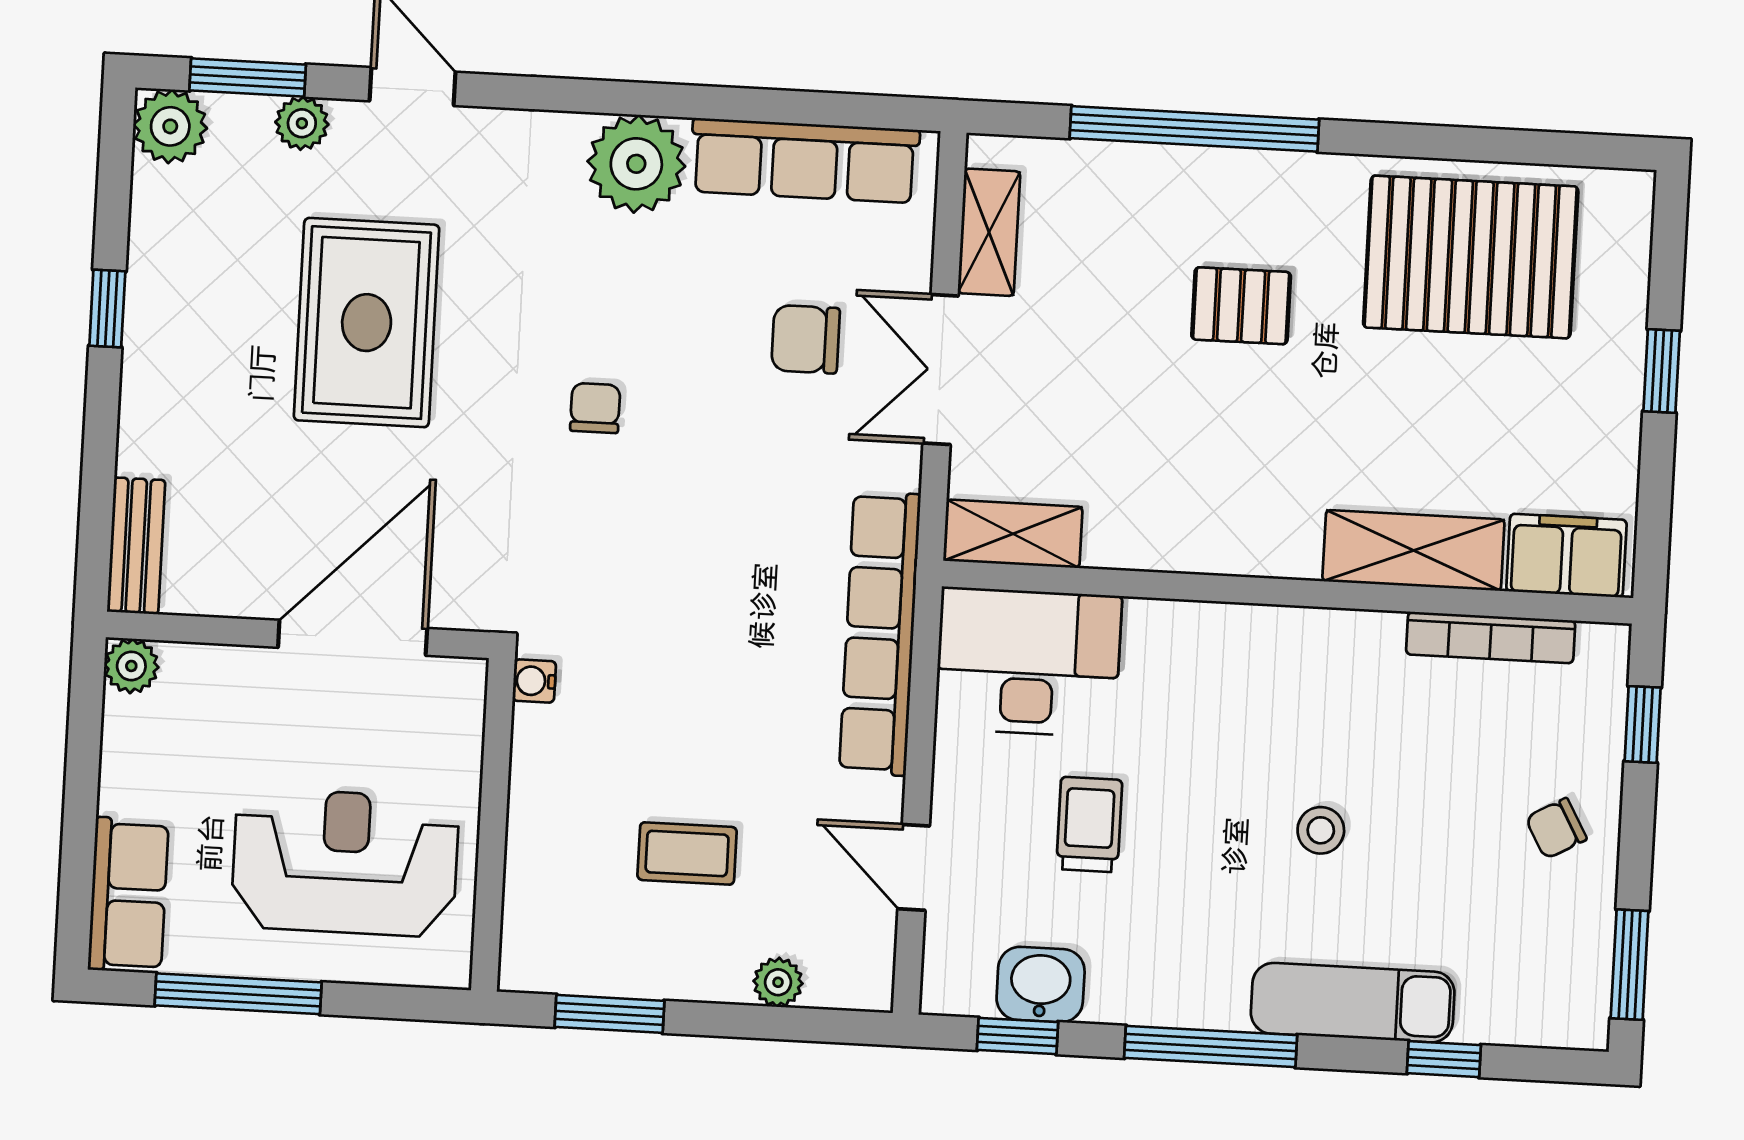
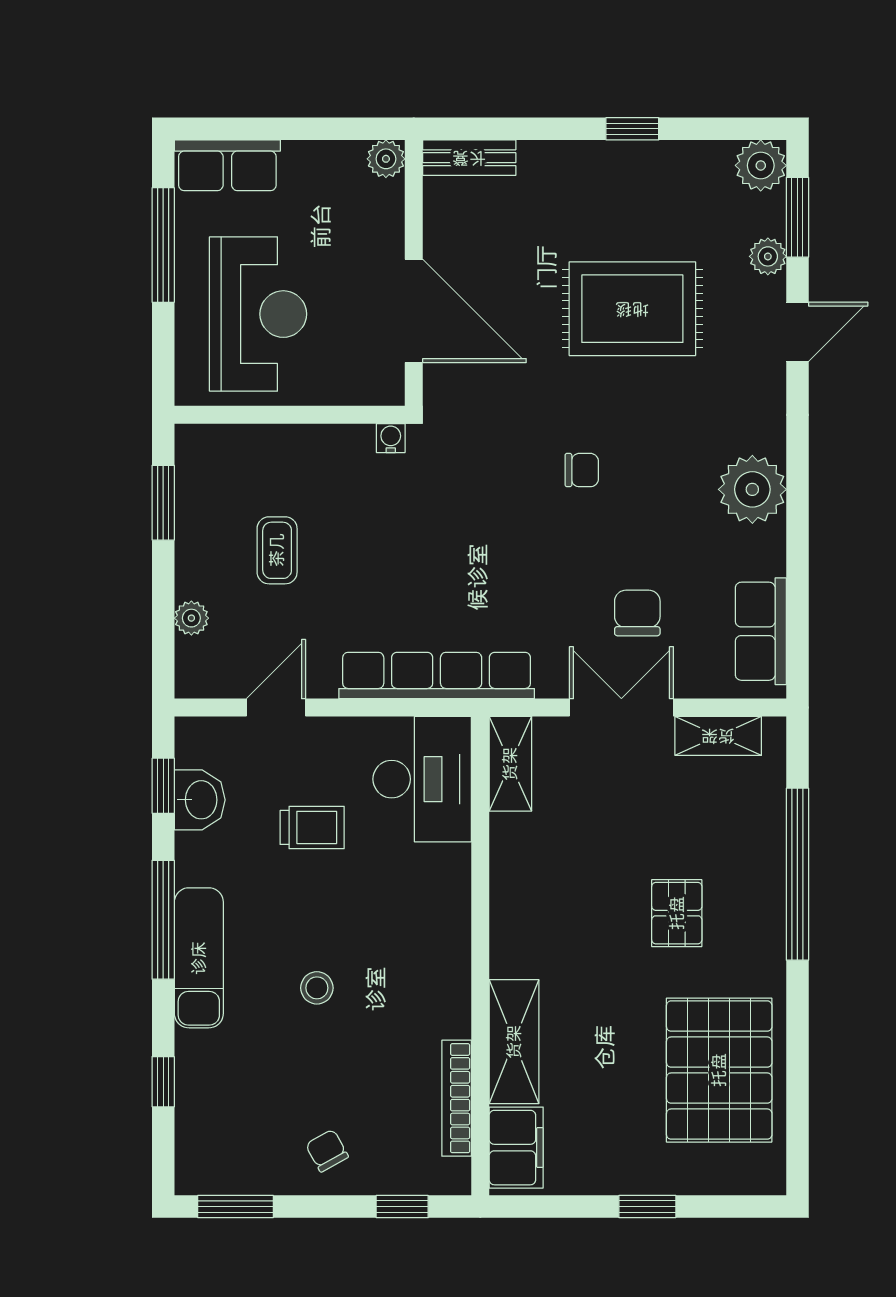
row of seats: (805, 161) -> (761, 631), width x0.68
exam couch: (1353, 1003) -> (199, 958), moved

